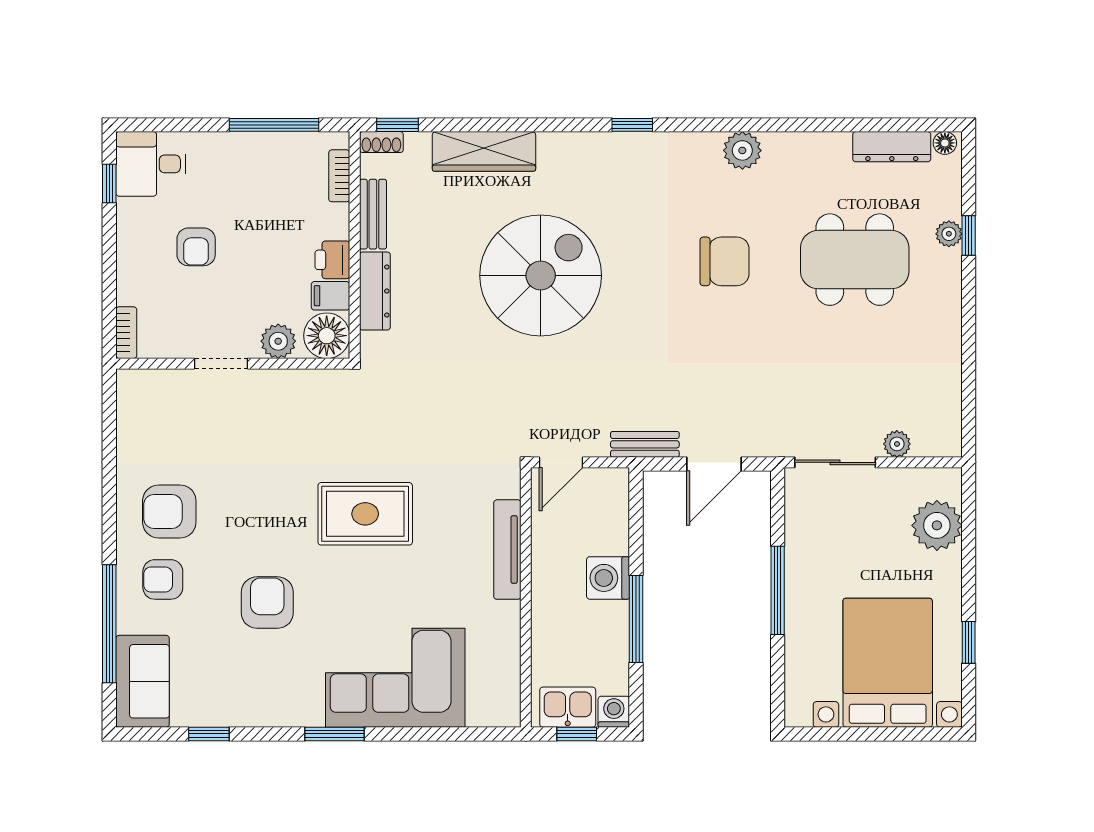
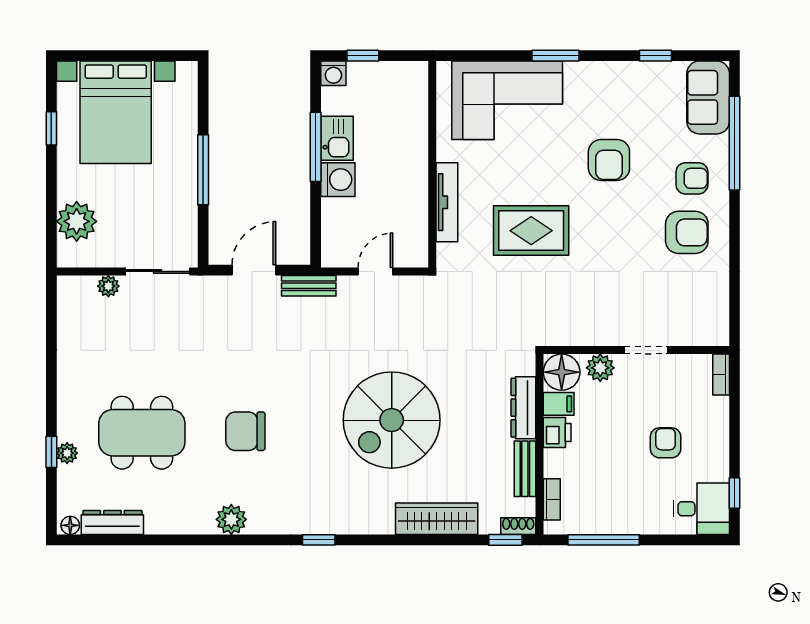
tv unit: (507, 550) -> (447, 202), moved
wall: (526, 597) -> (432, 164), moved
kitchen sink: (568, 707) -> (337, 138), moved, turned -90

